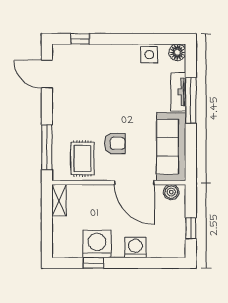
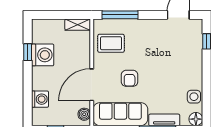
armchair: (115, 143) -> (130, 78), moved
washing machine: (135, 247) -> (40, 99), moved

